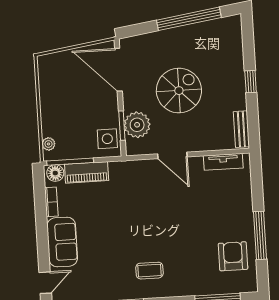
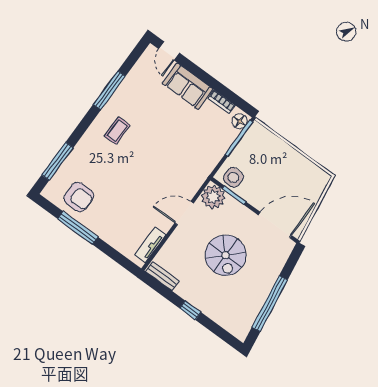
plant: (137, 125) -> (213, 197), moved
plant: (48, 144) -> (264, 133), removed
piano: (87, 172) -> (222, 144), removed

